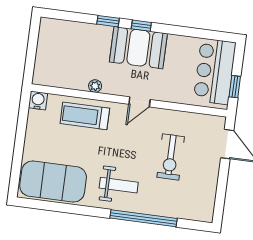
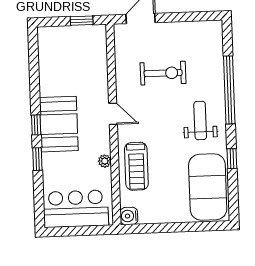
bar counter: (215, 71) -> (76, 209), moved, turned 180
window: (77, 209) -> (232, 159), added

